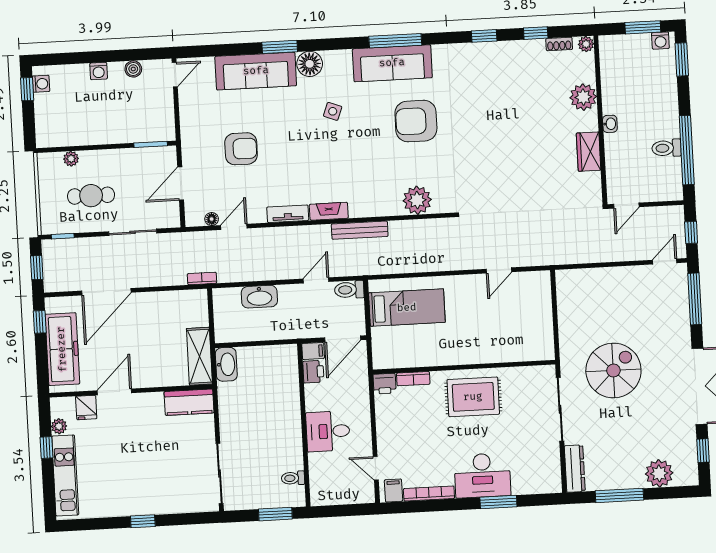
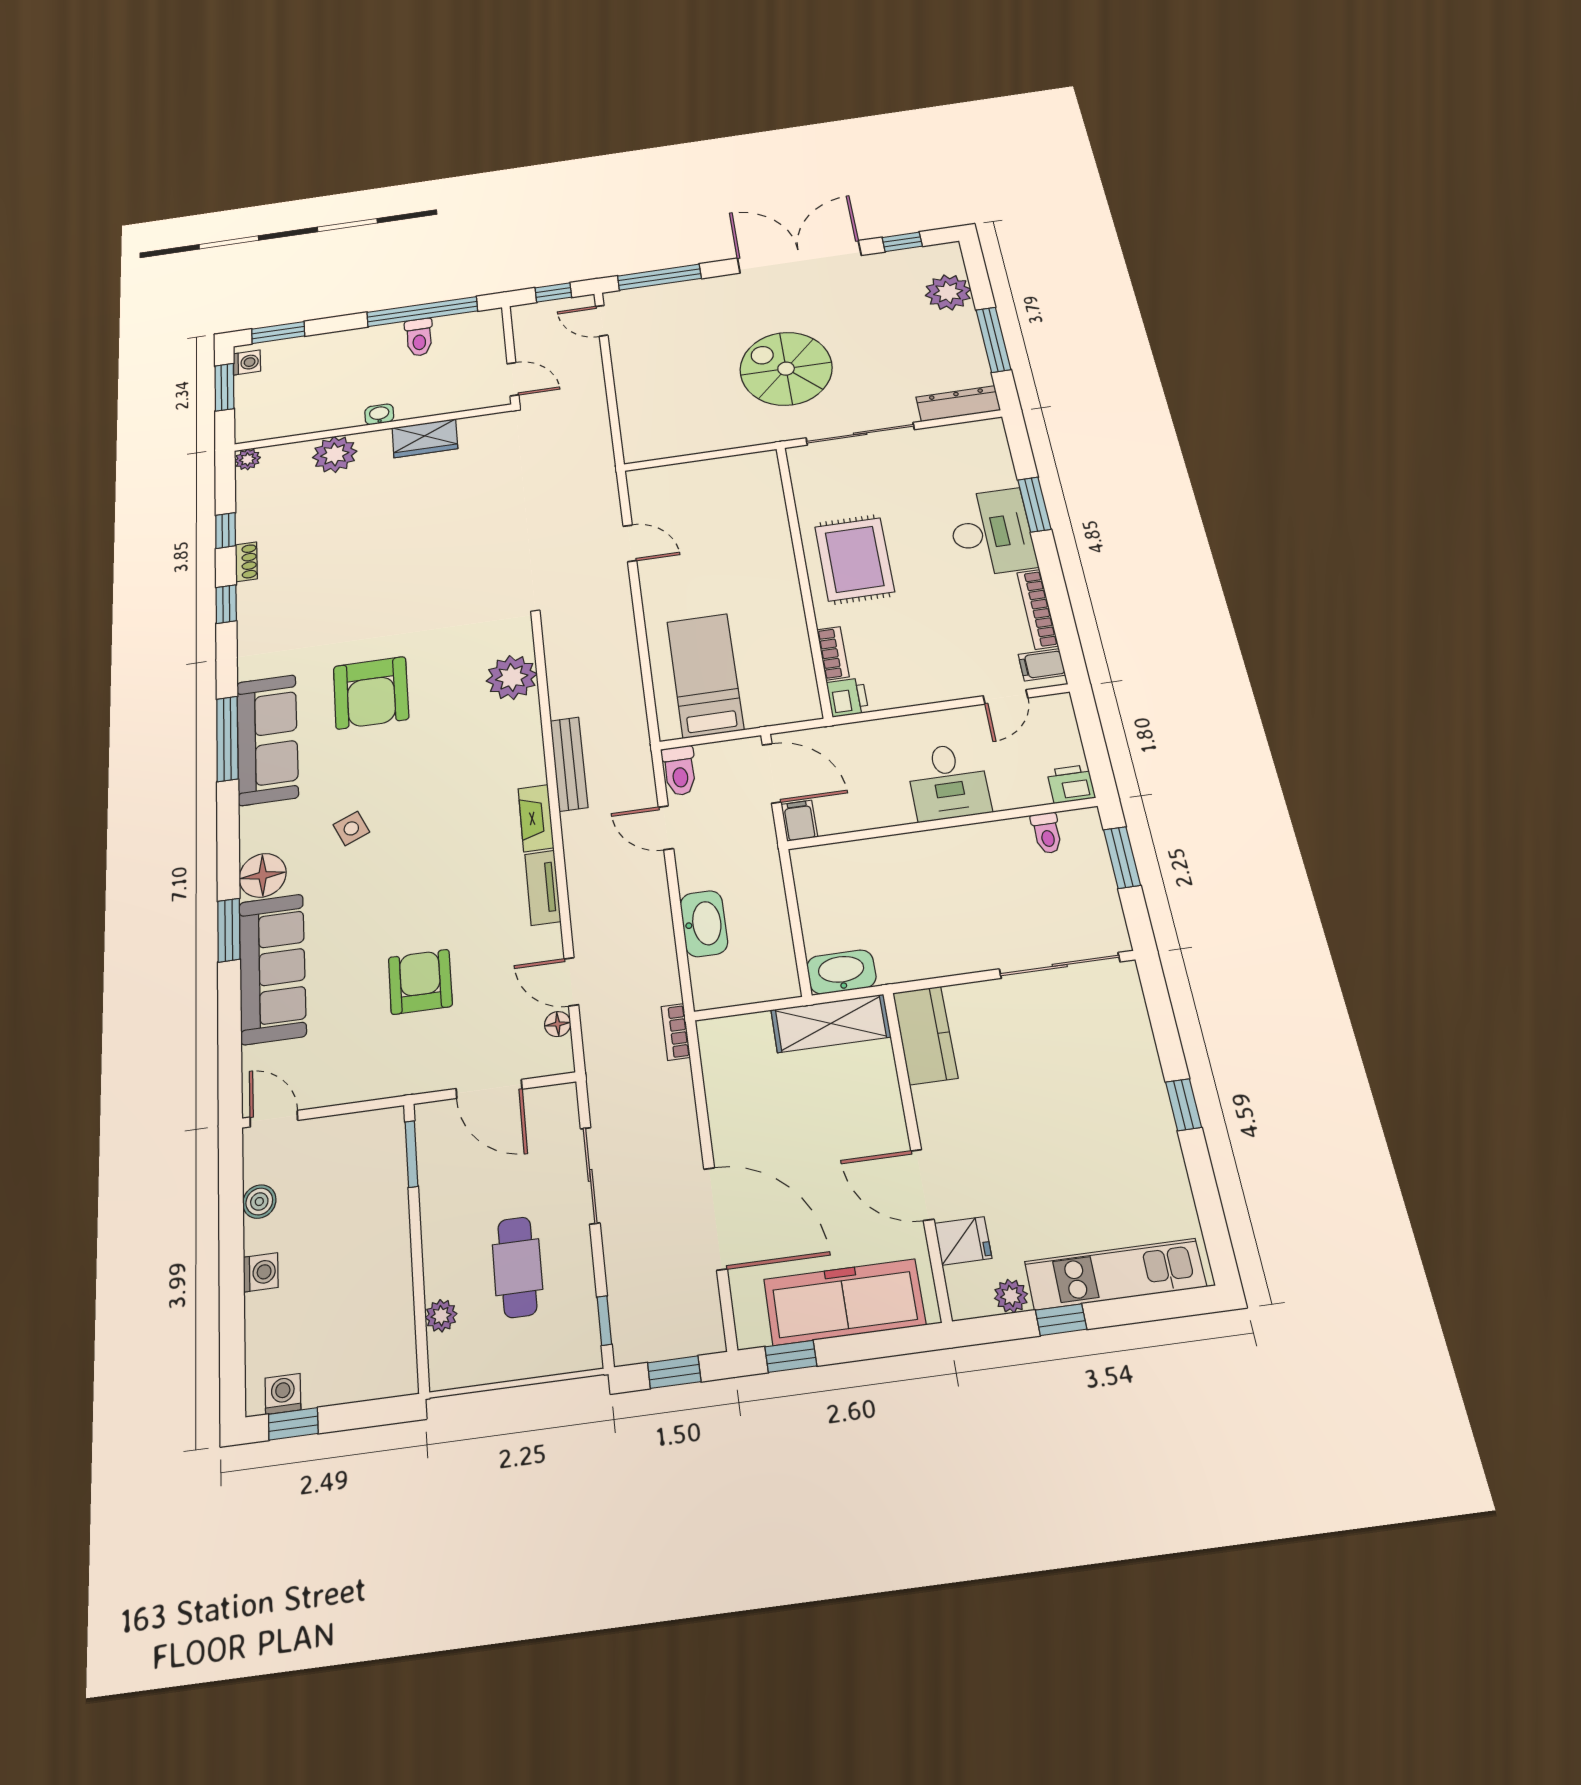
shoe rack: (559, 44) -> (246, 562), moved
side table: (333, 111) -> (351, 828), turned 45
printer: (313, 372) -> (1071, 784), moved

